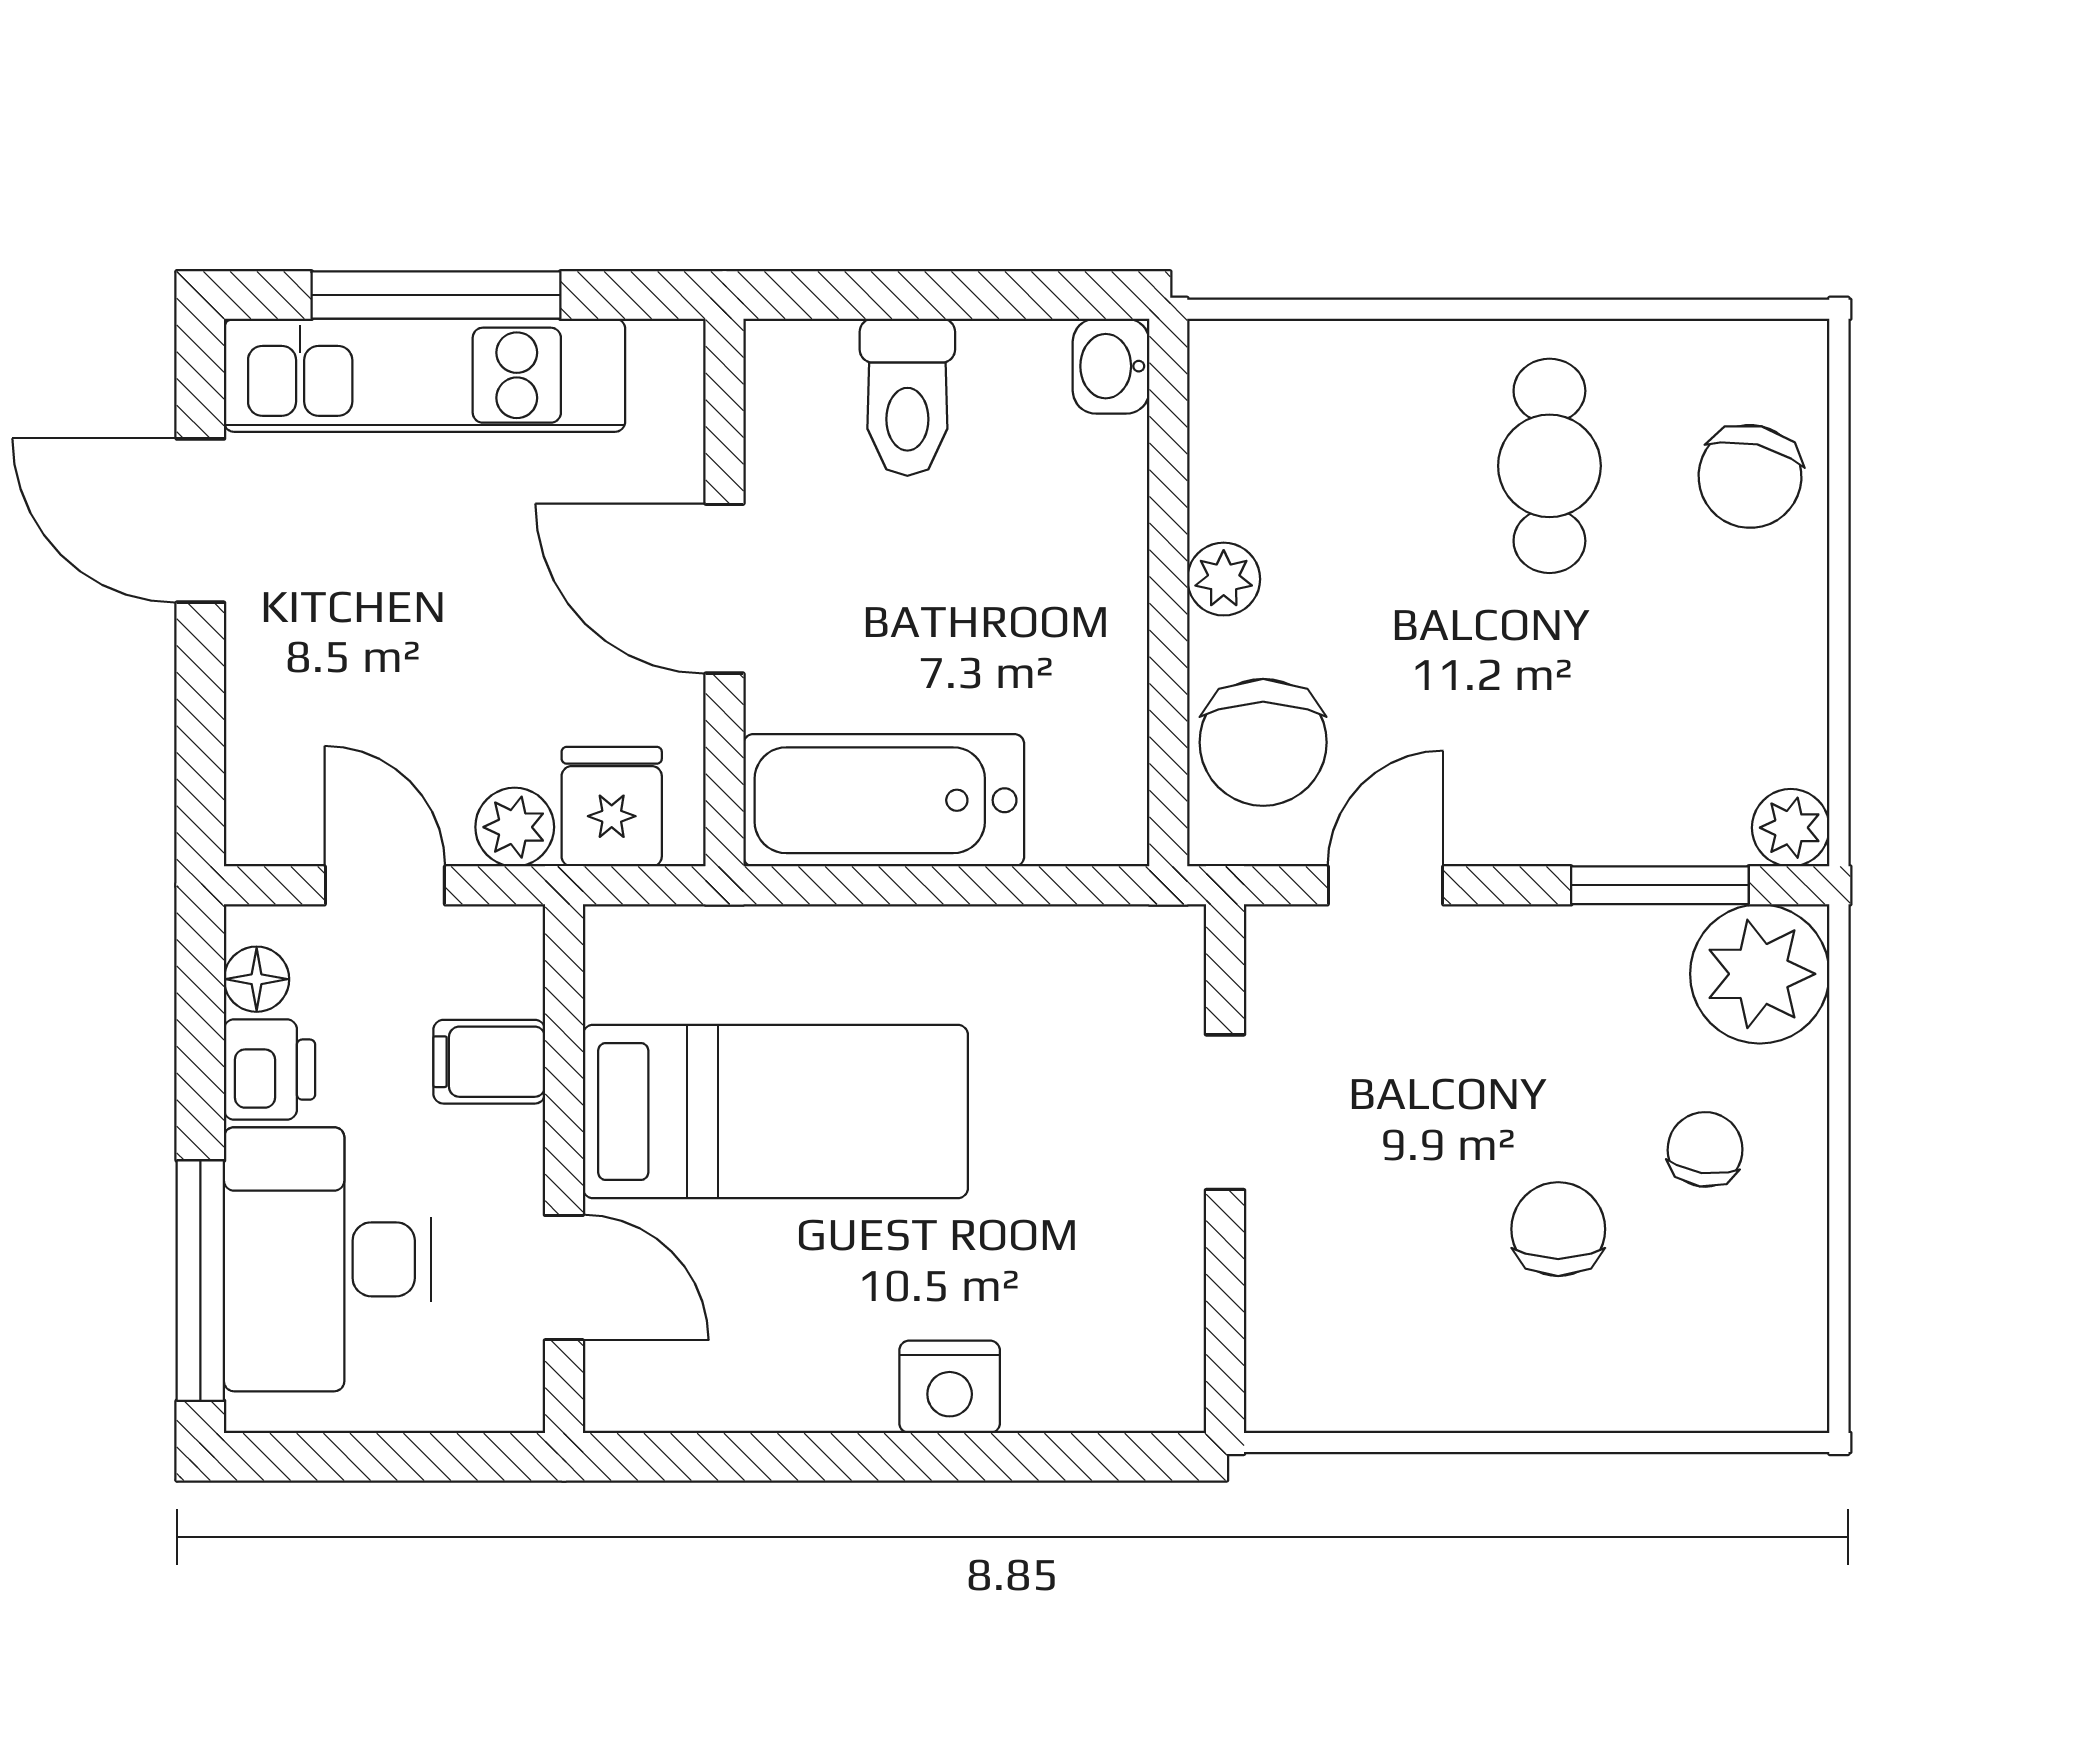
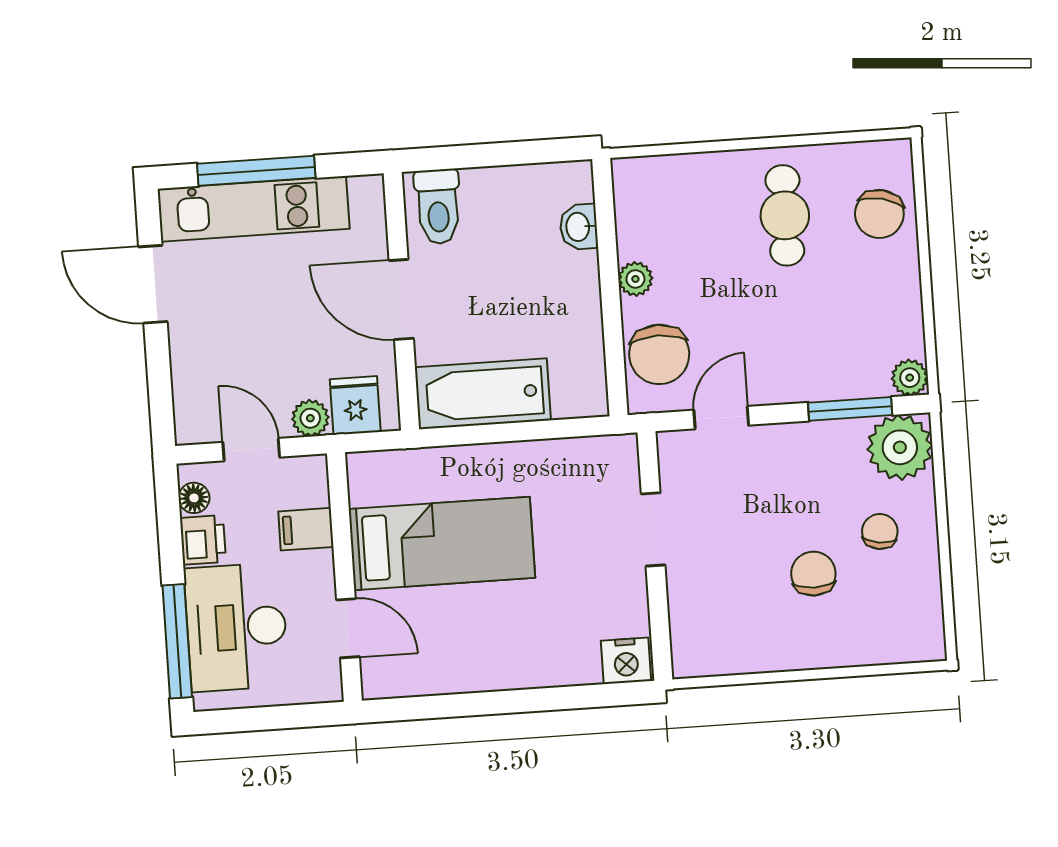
washbasin: (1111, 366) -> (579, 227), moved
toilet: (907, 397) -> (438, 207), moved
nightstand: (950, 1387) -> (626, 661), moved

